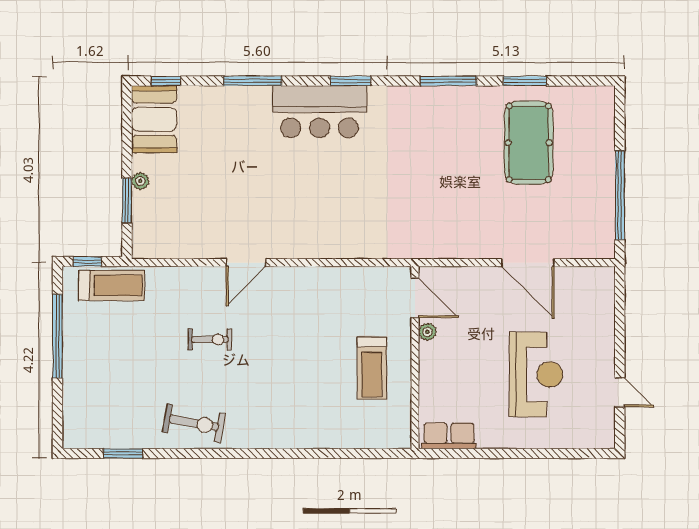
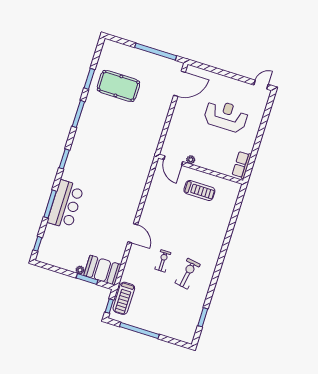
bar counter: (320, 112) -> (66, 204), moved
booth: (154, 119) -> (102, 270), moved
door: (528, 263) -> (180, 84), moved
treadmill: (112, 285) -> (124, 298), turned 180
door: (415, 298) -> (173, 161), swing flipped
door: (620, 392) -> (261, 85), moved
exercise bike: (194, 423) -> (188, 274), moved

